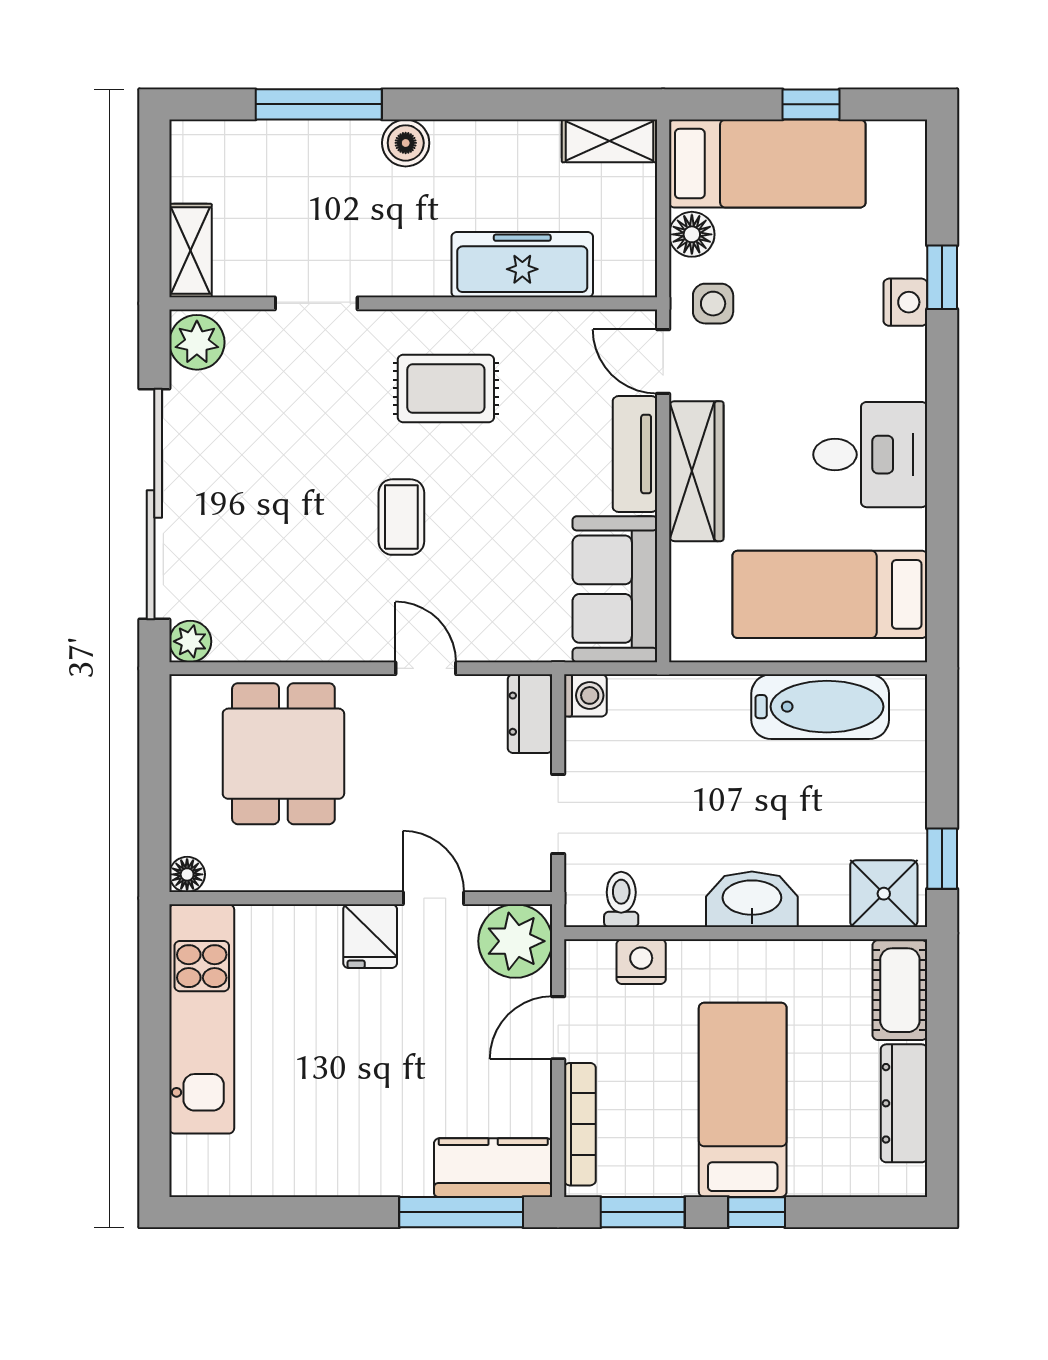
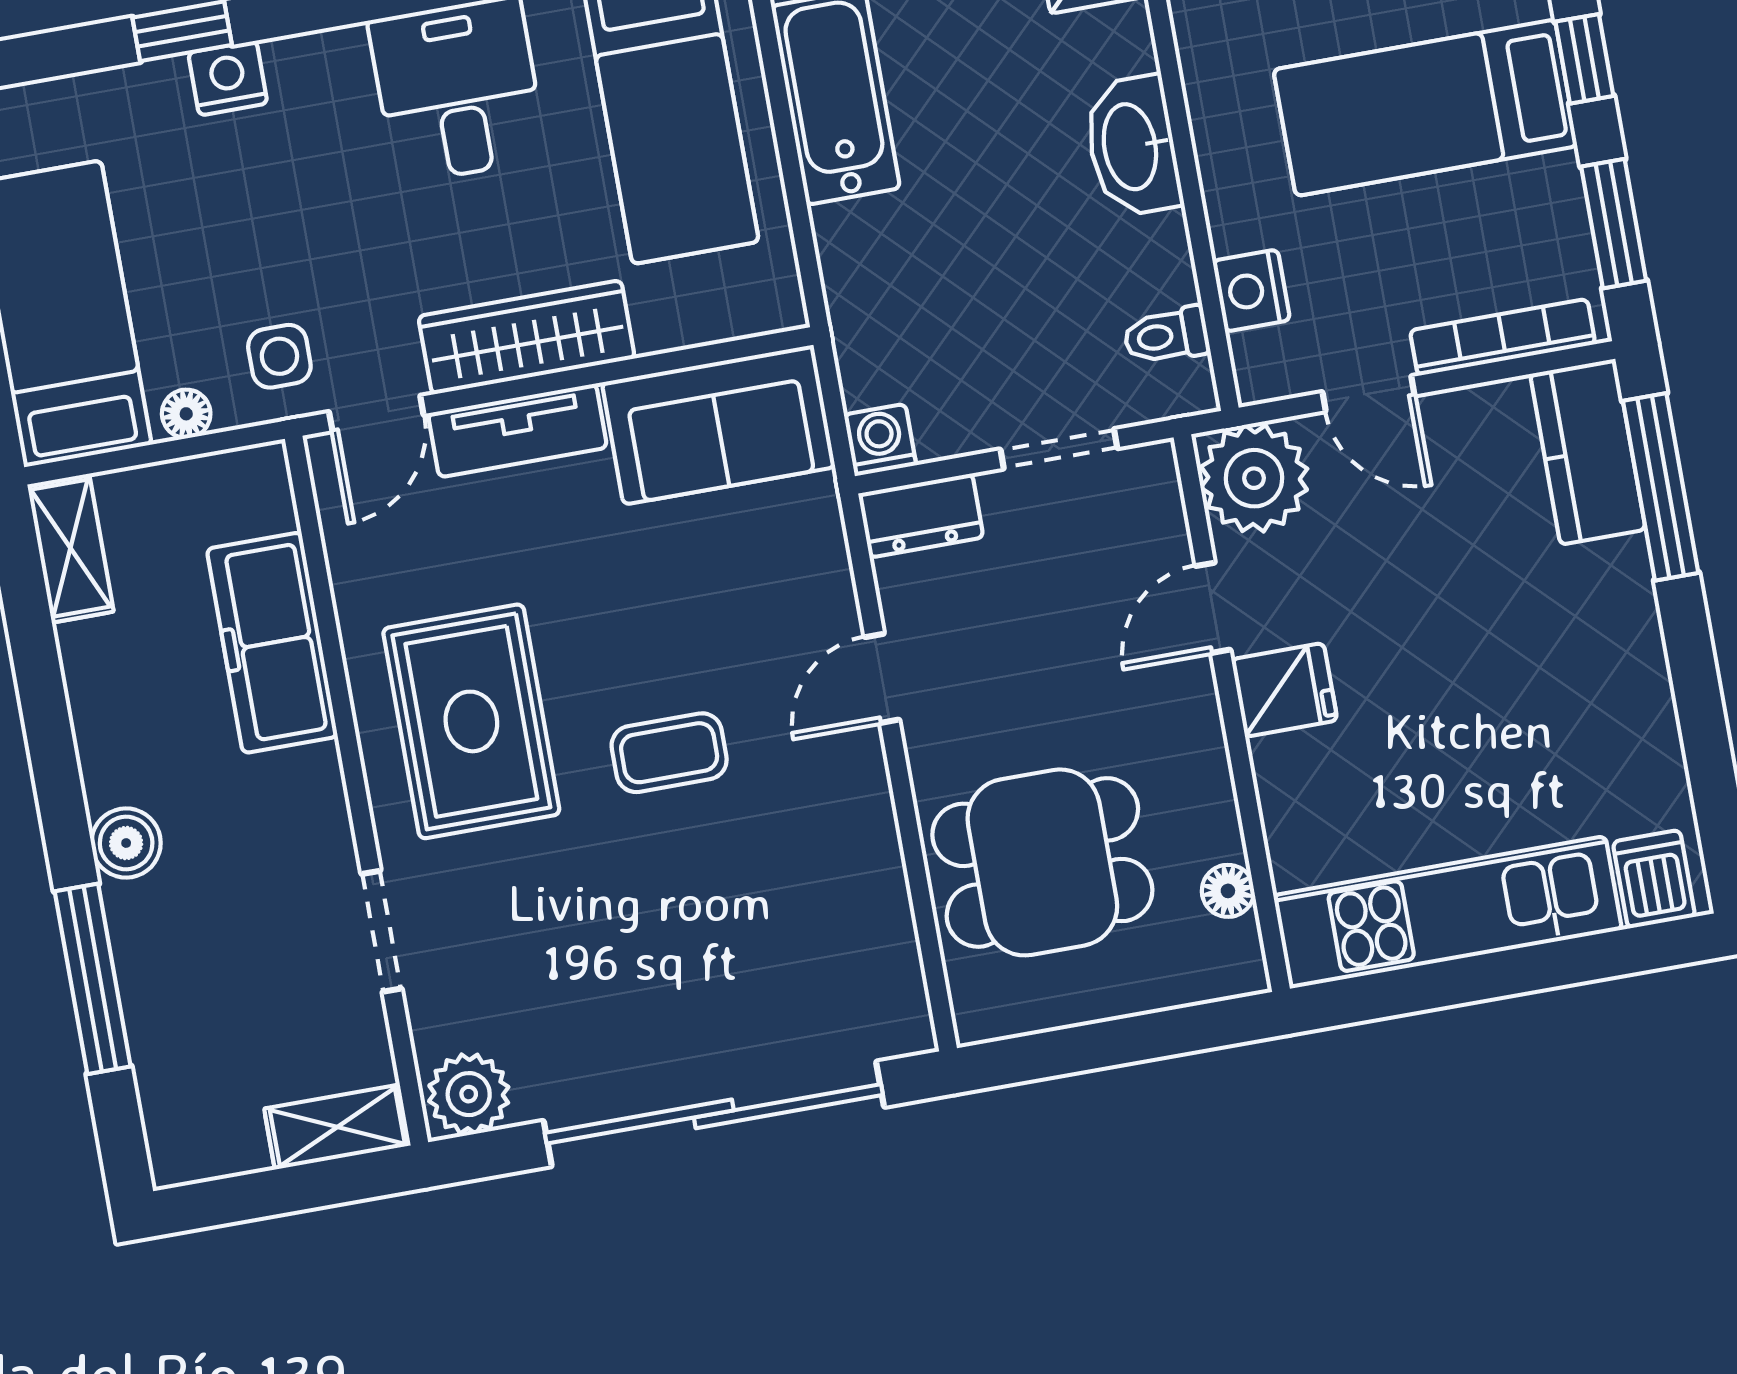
floor lamp: (692, 234) -> (186, 414), width x0.73, depth x0.73
rug: (446, 388) -> (471, 721), width x1.36, depth x1.43
plant: (190, 641) -> (904, 1027), removed
floor lamp: (187, 874) -> (1228, 891), moved
dishwasher: (199, 1161) -> (1654, 879), added

